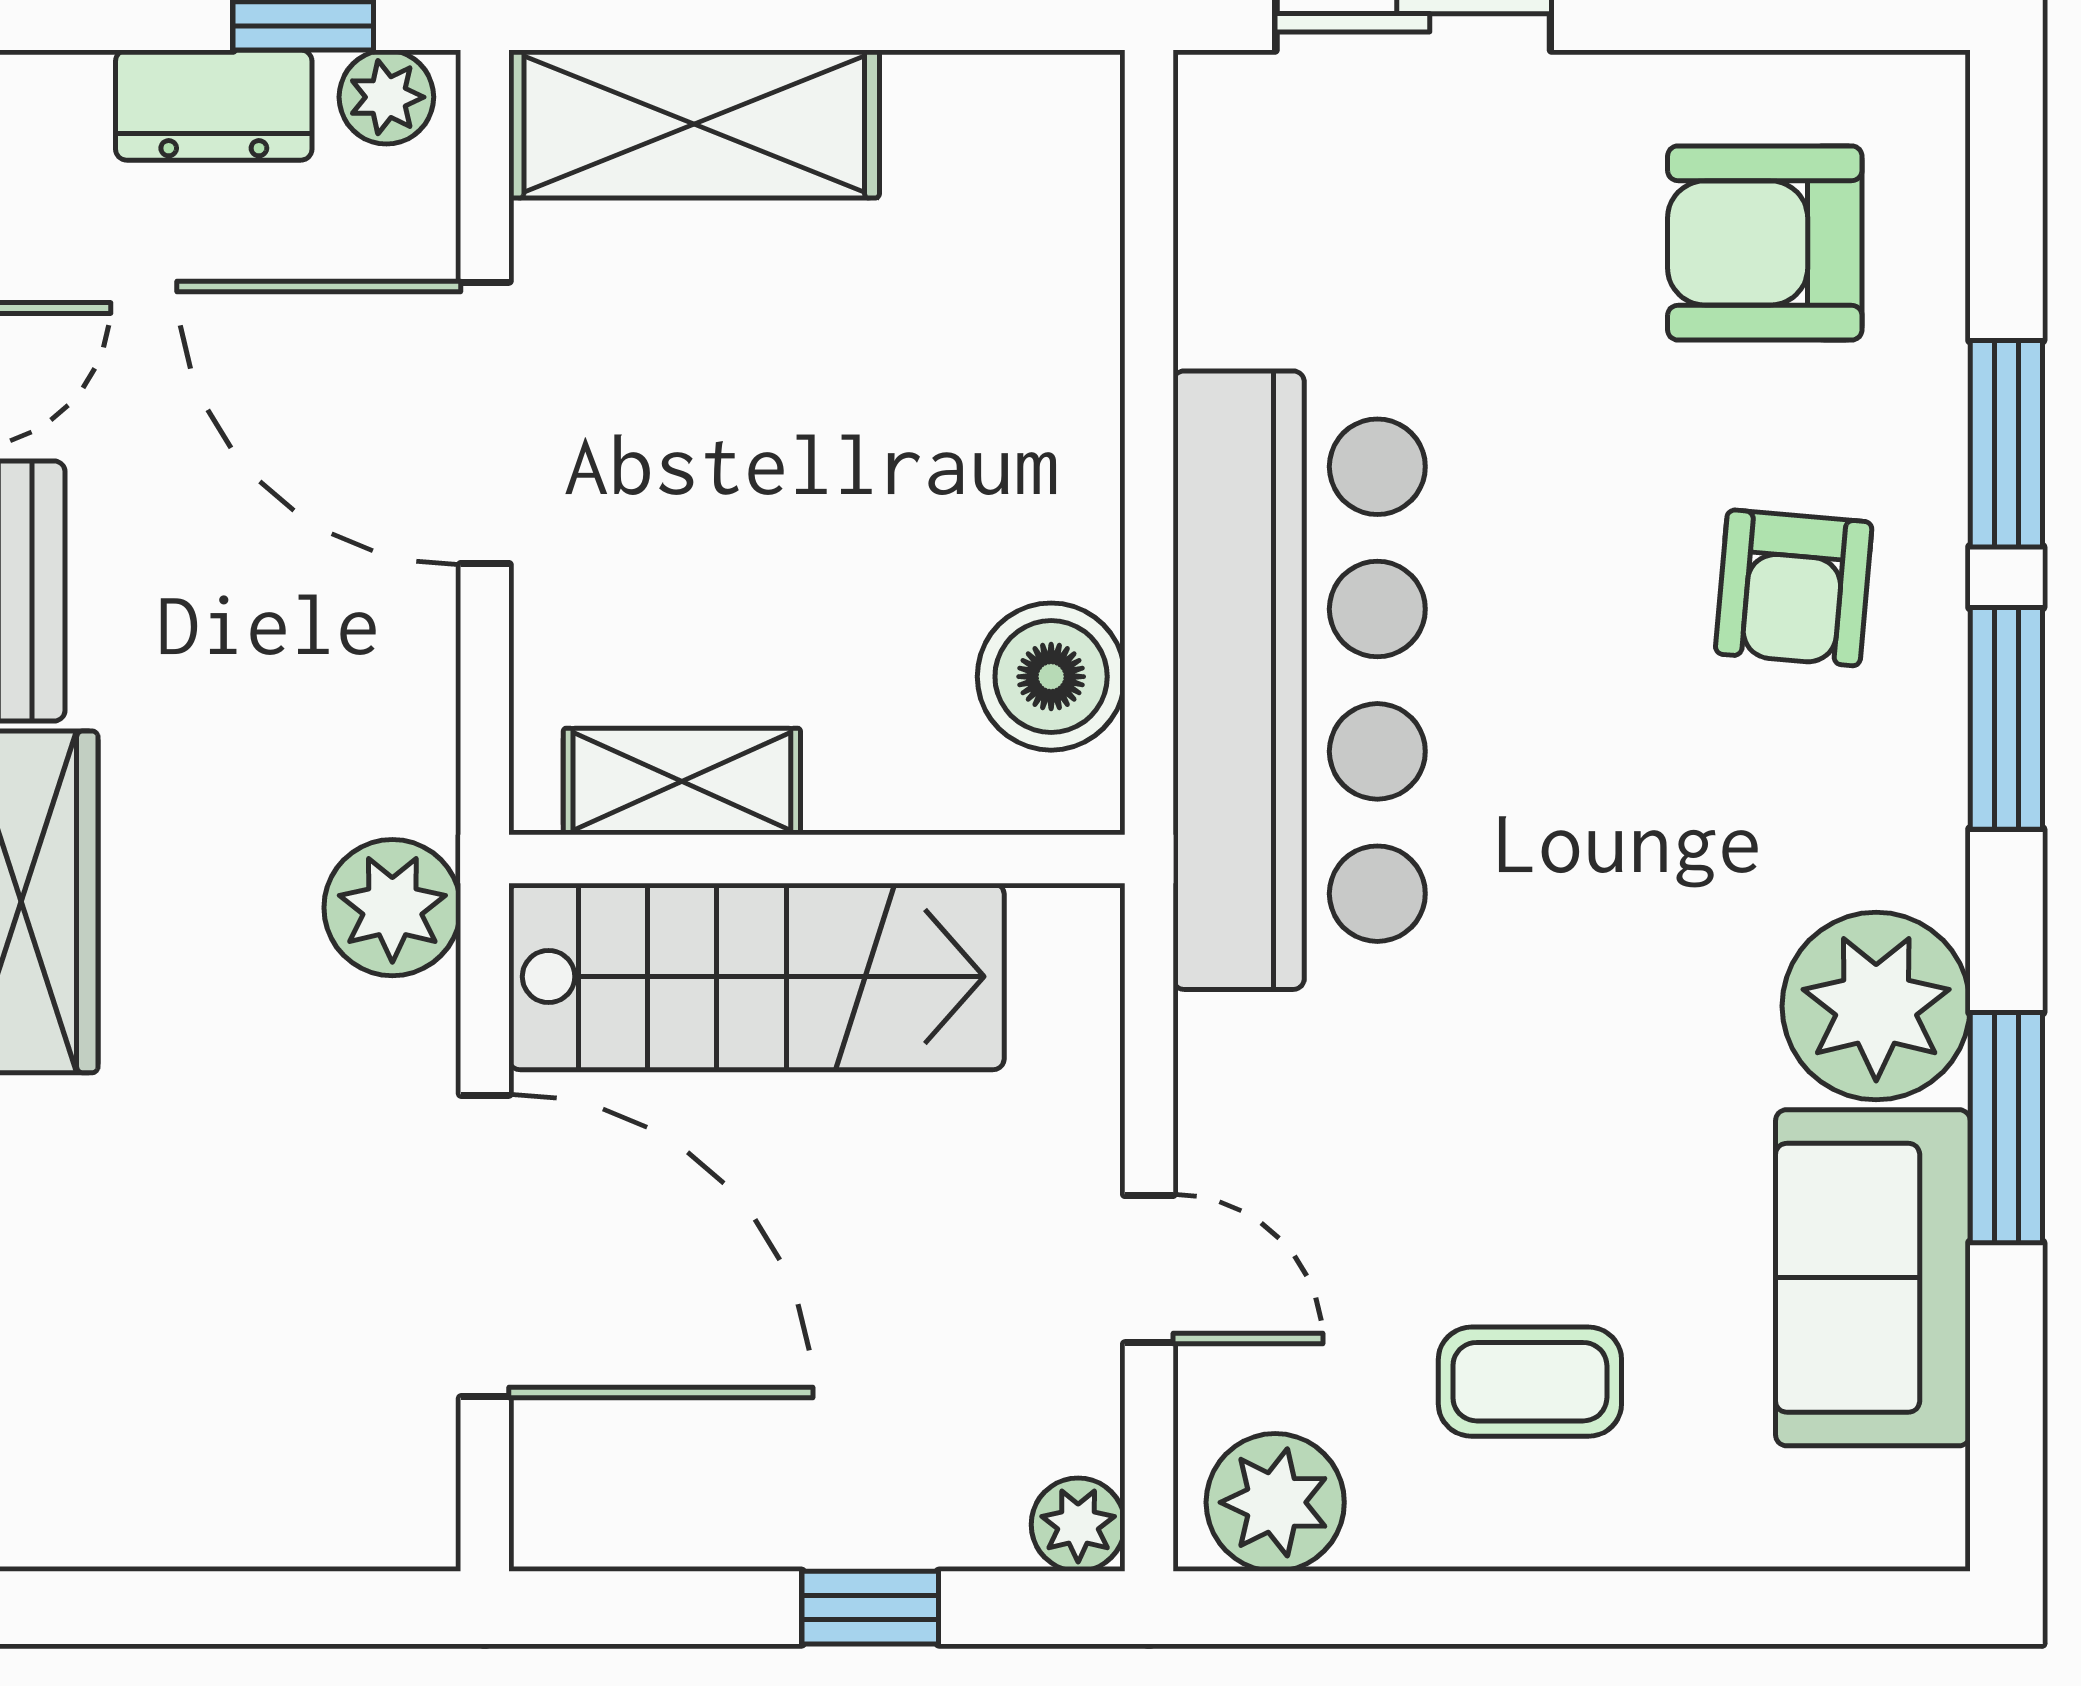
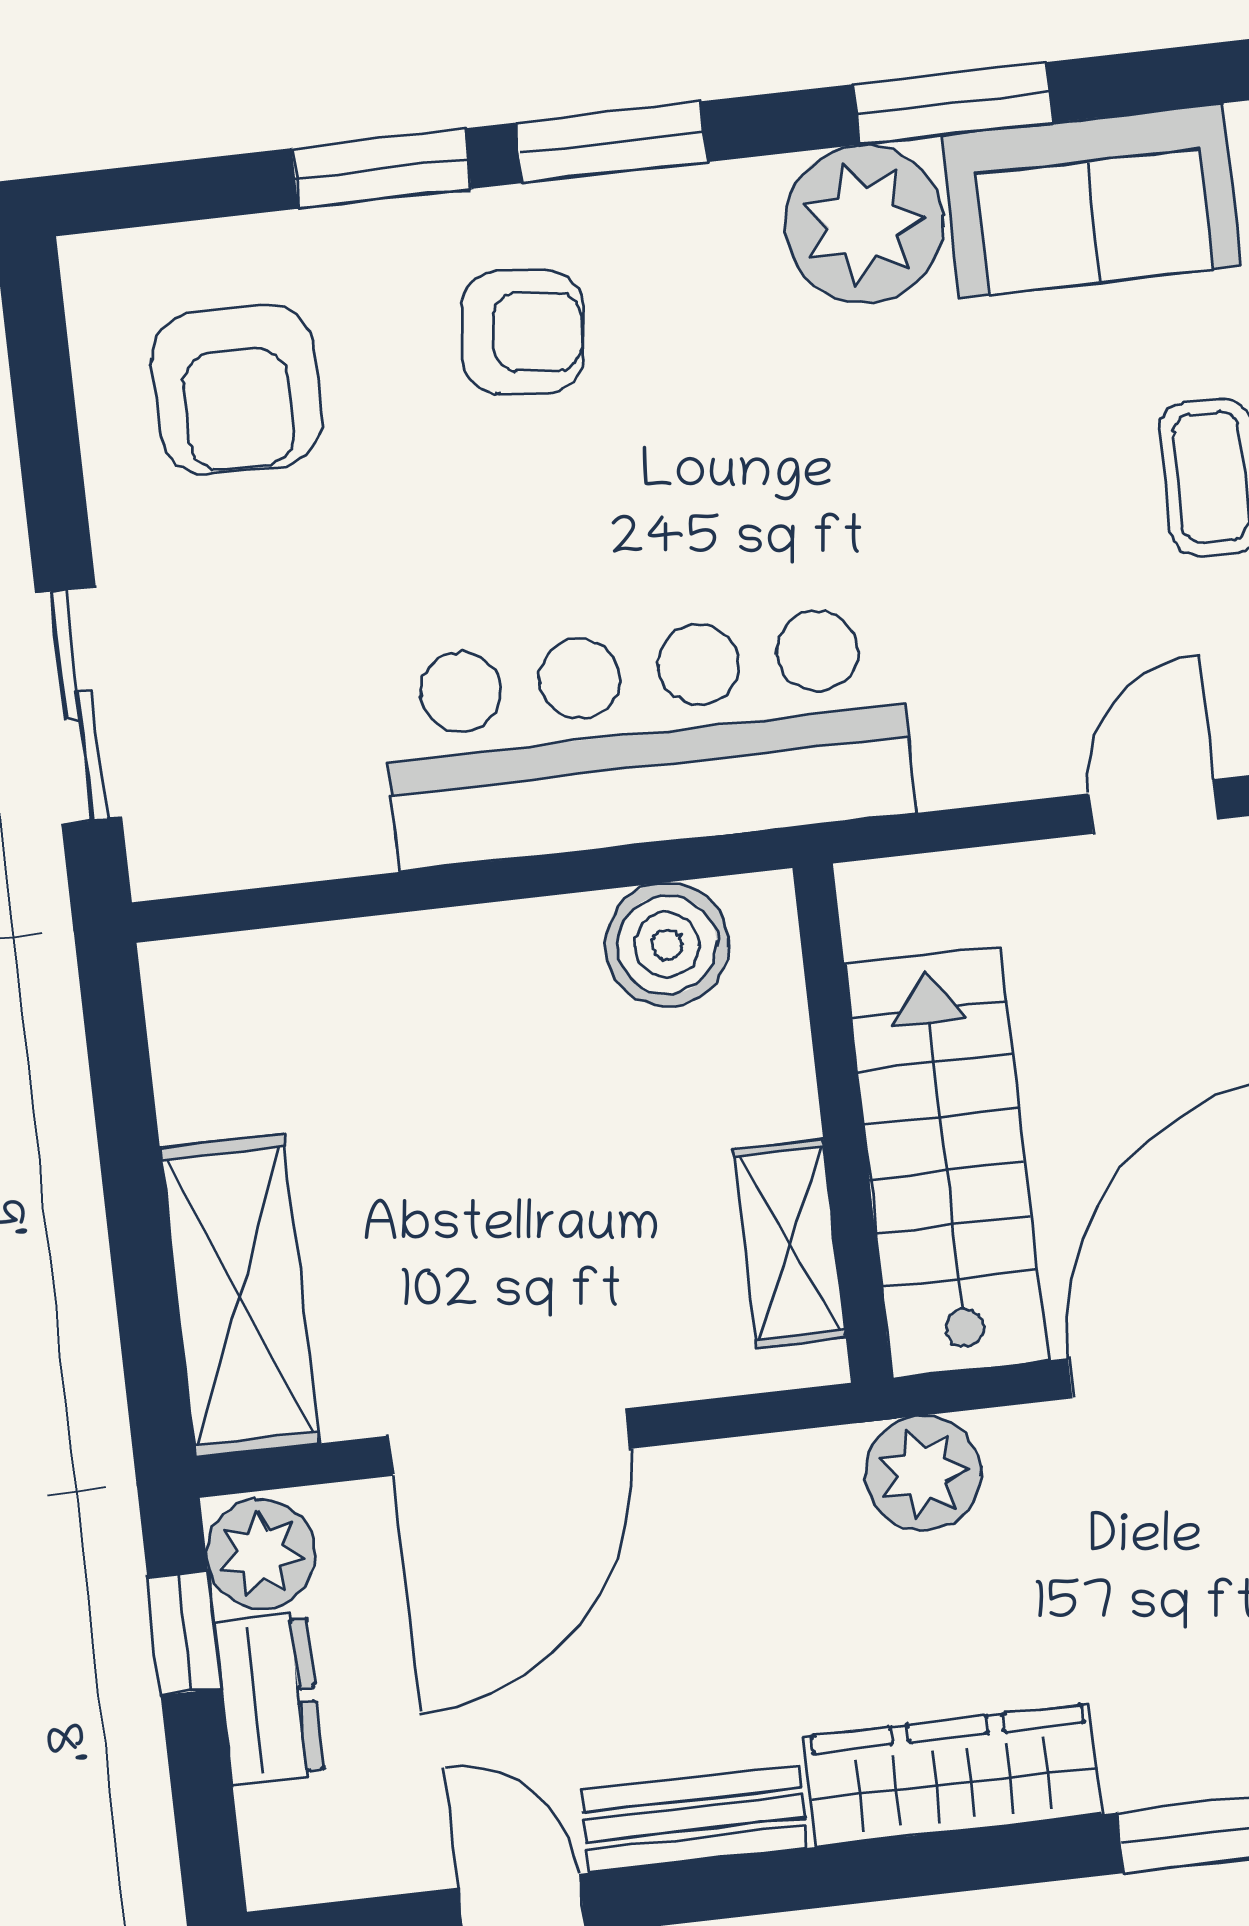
plant: (386, 97) -> (261, 1554), width x1.38, depth x1.38

